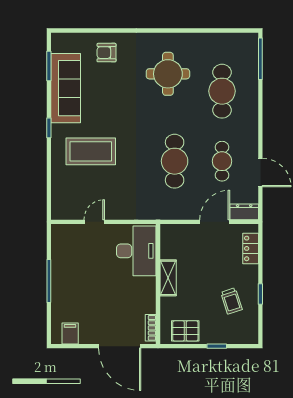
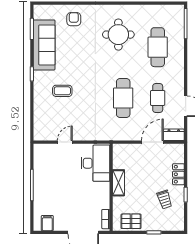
armchair: (107, 53) -> (74, 19), turned 90
coffee table: (91, 151) -> (62, 91), width x0.54, depth x0.58
locker: (251, 248) -> (178, 174), moved

